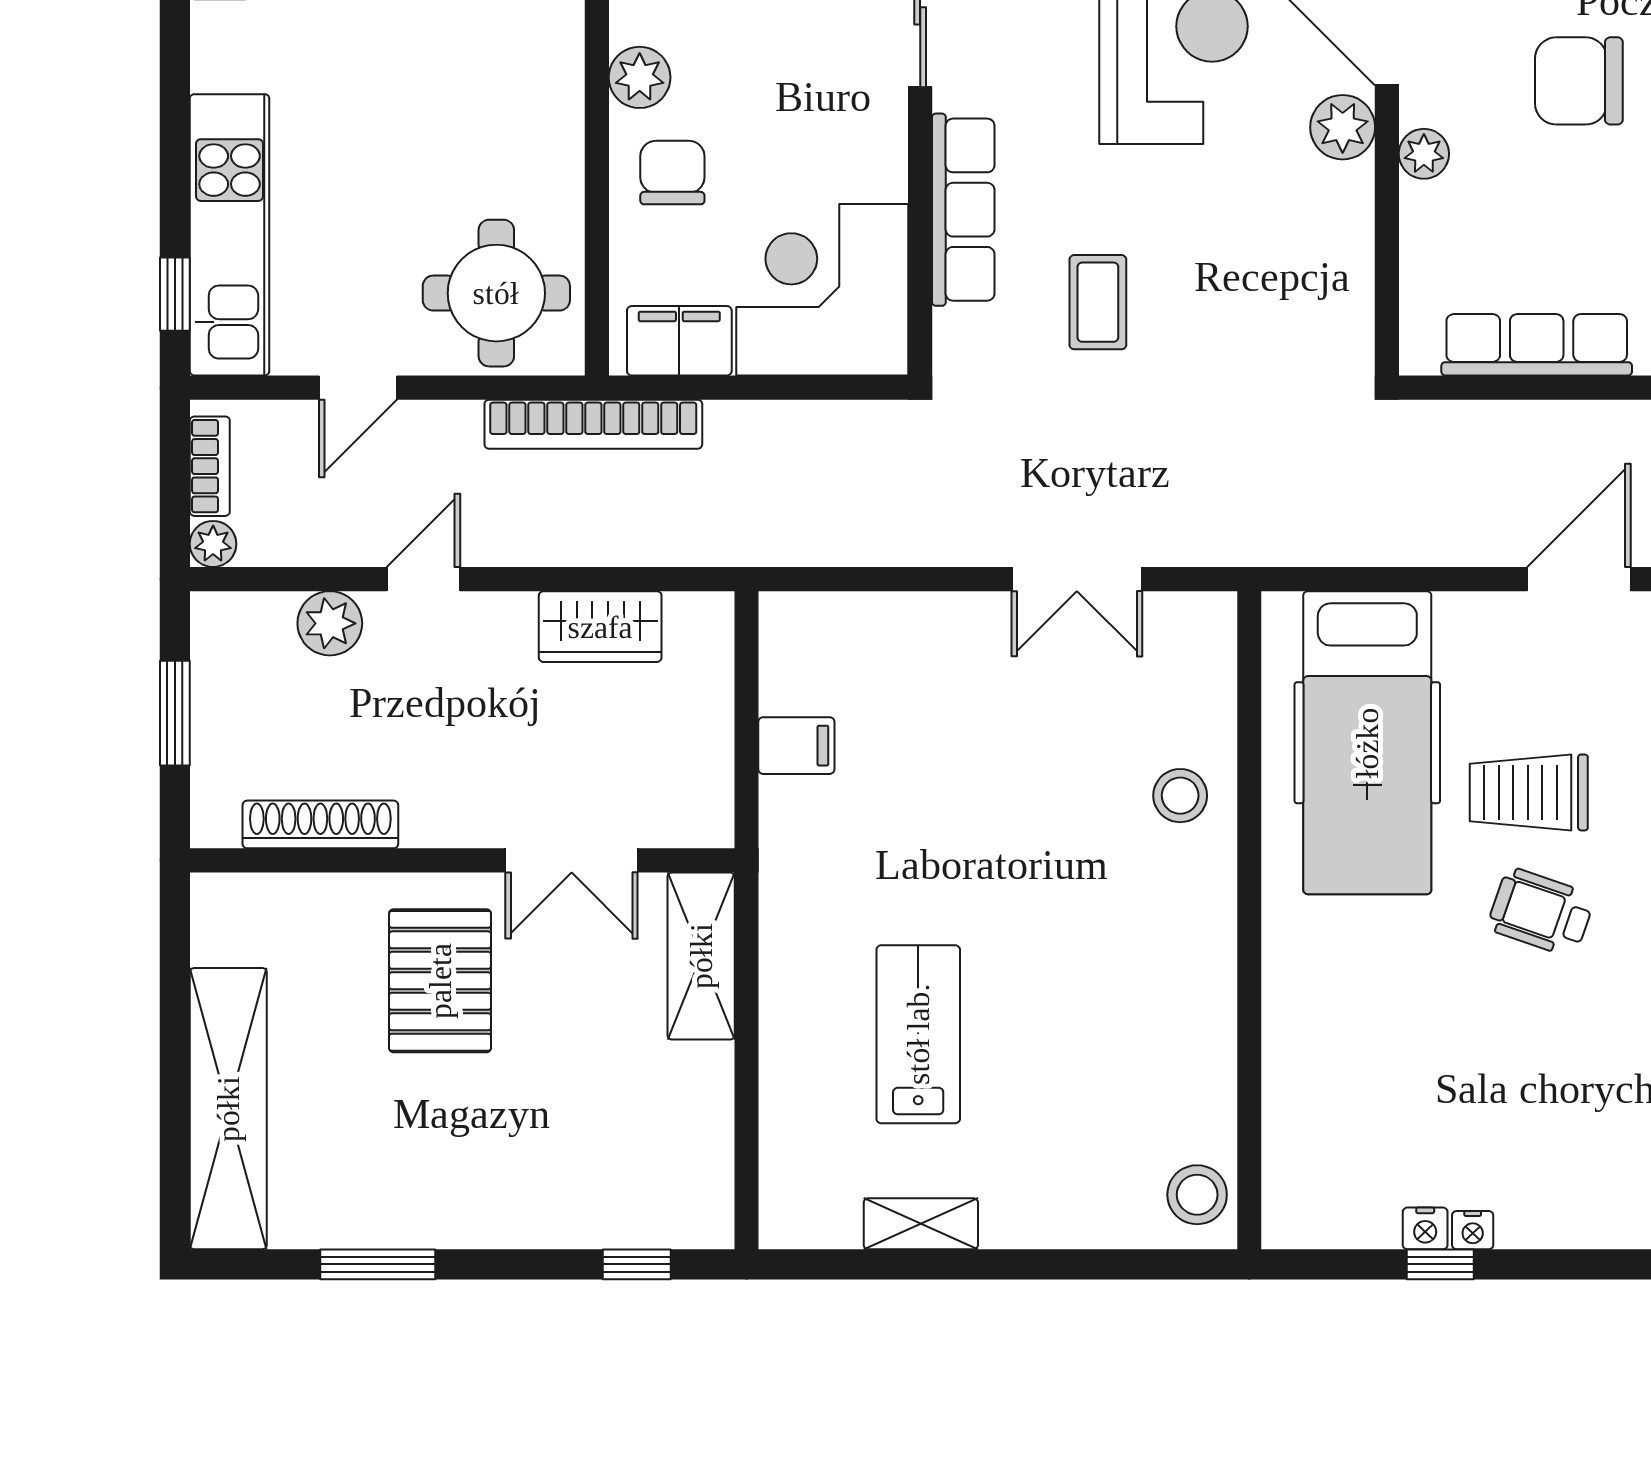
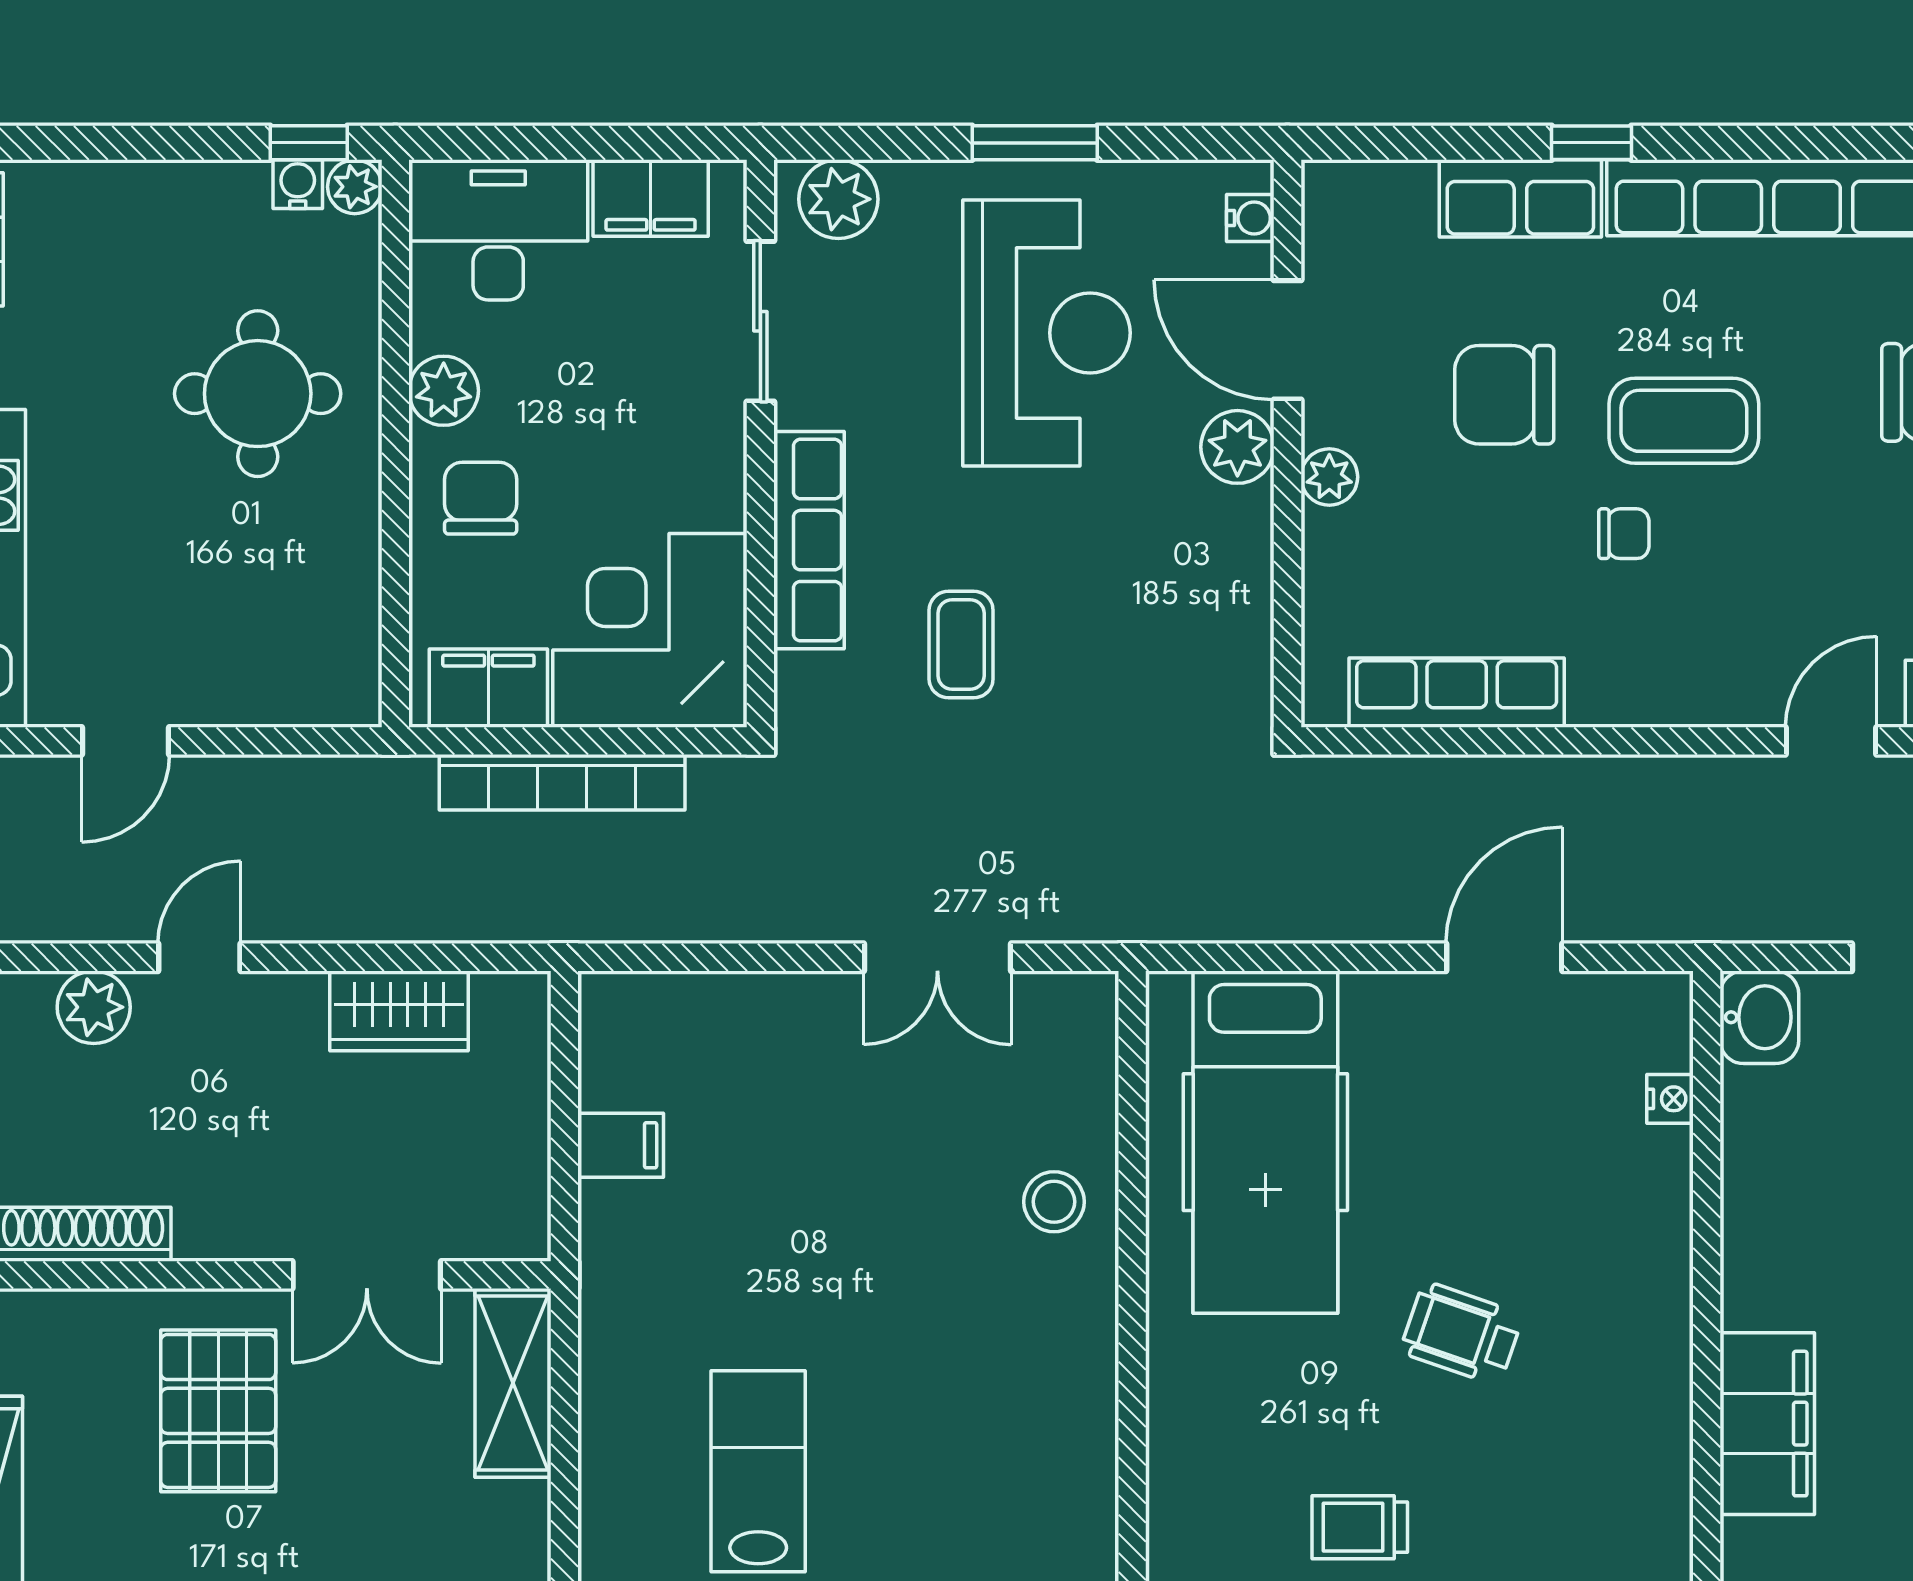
round table: (496, 293) -> (258, 394), moved
bookcase: (593, 424) -> (562, 782), moved
trolley: (1529, 792) -> (1360, 1527), moved, width x0.73, depth x0.72

